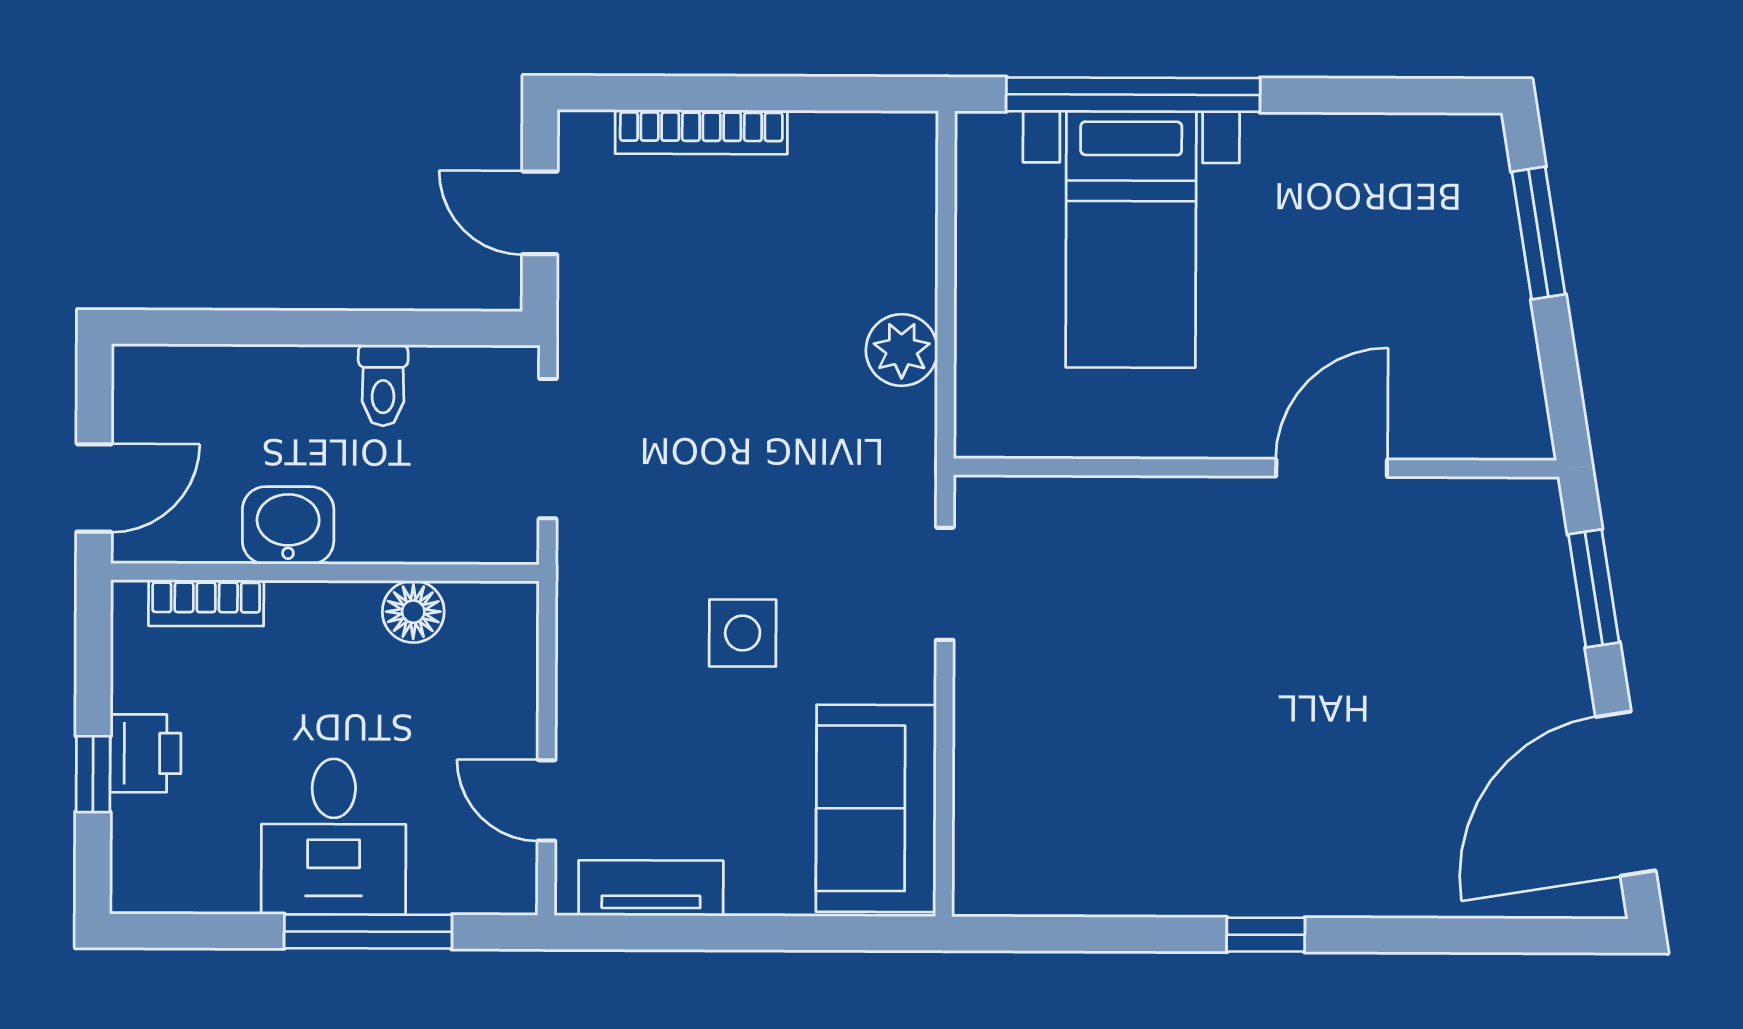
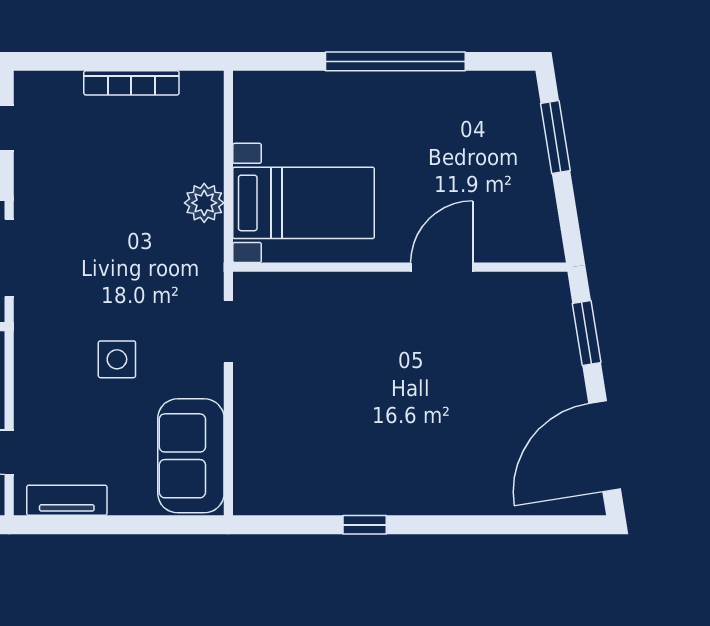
window: (1133, 95) -> (395, 61), moved
bookcase: (701, 132) -> (131, 83), moved
bed with nightstands: (1131, 239) -> (304, 203), moved, turned -90
window: (1266, 935) -> (365, 525), moved

